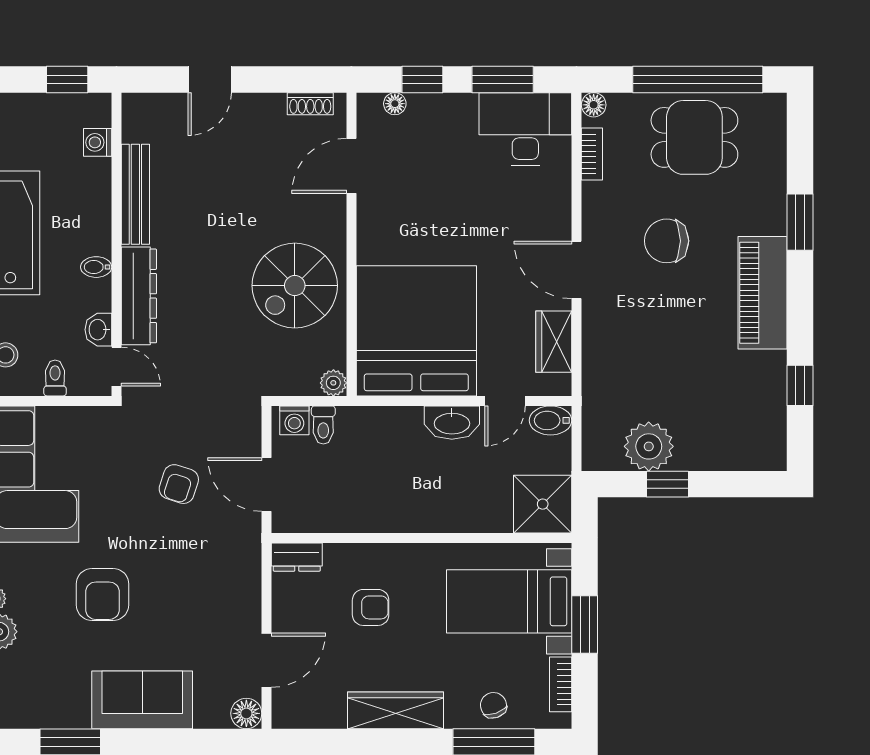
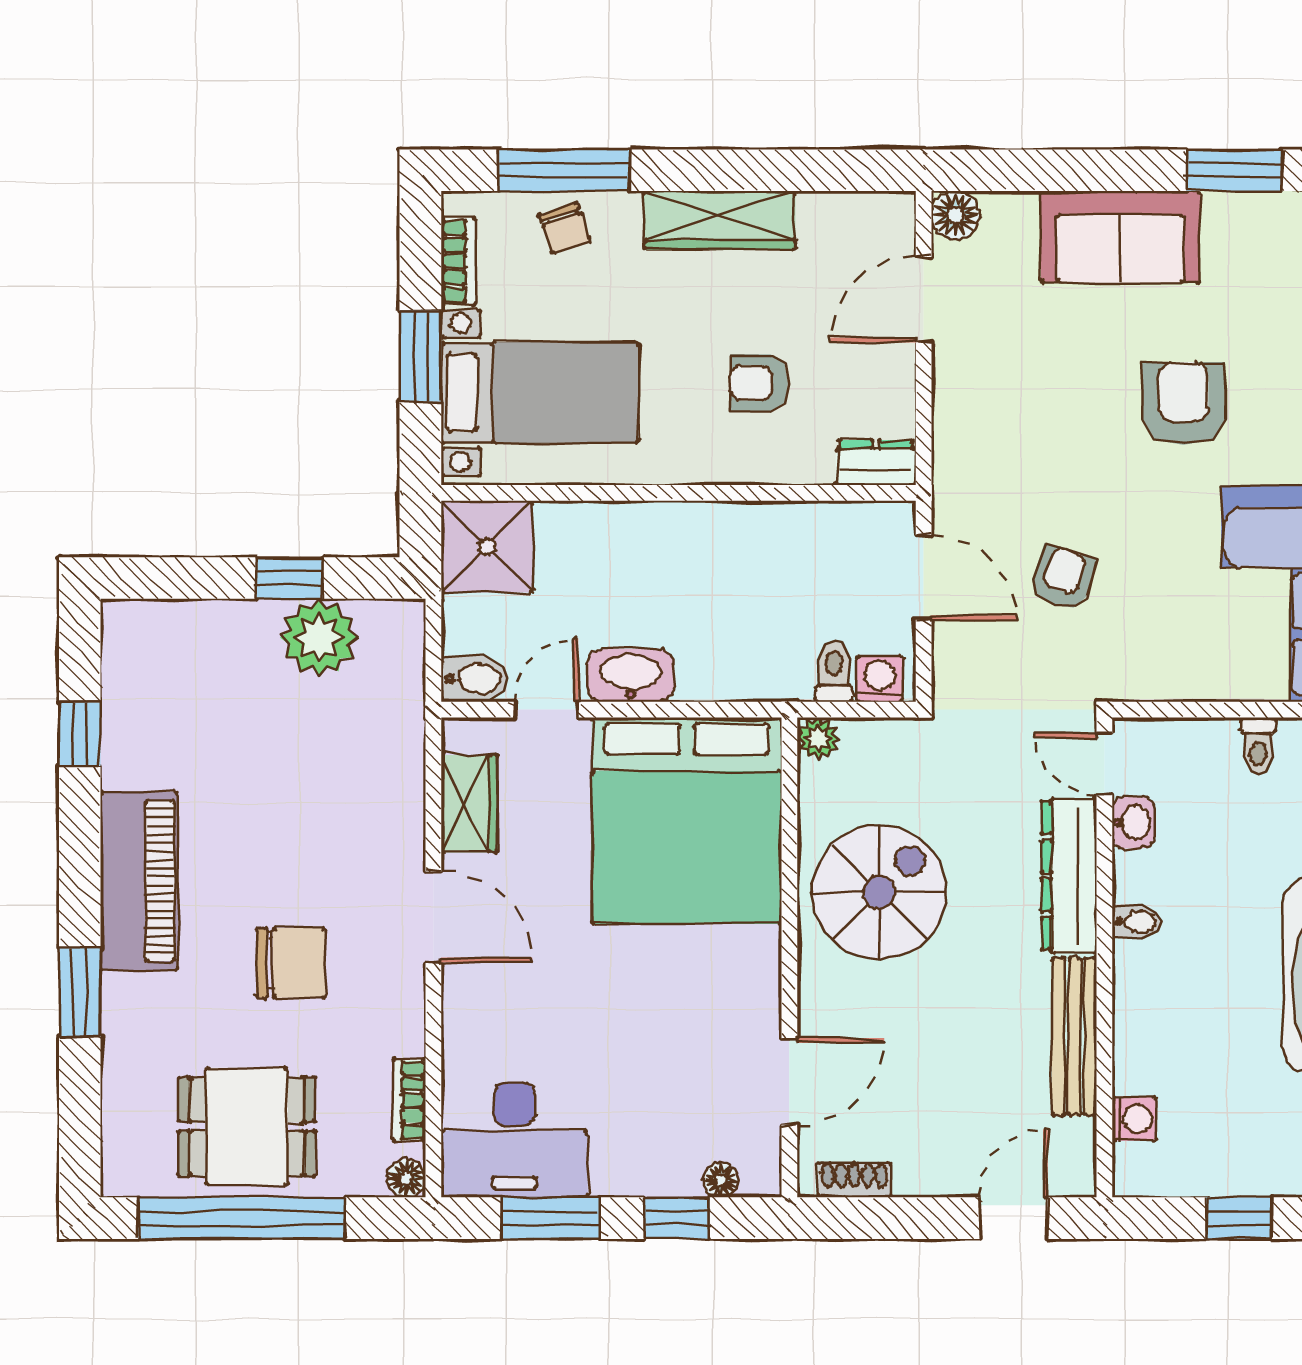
washing machine: (98, 142) -> (1134, 1119), moved
bench: (135, 194) -> (1074, 1037), moved
wall: (116, 244) -> (1104, 957), moved
bidet: (96, 267) -> (1136, 922), moved
dresser: (139, 296) -> (1069, 876), moved
washbasin: (98, 330) -> (1133, 822), moved
door: (116, 367) -> (1104, 764), moved

